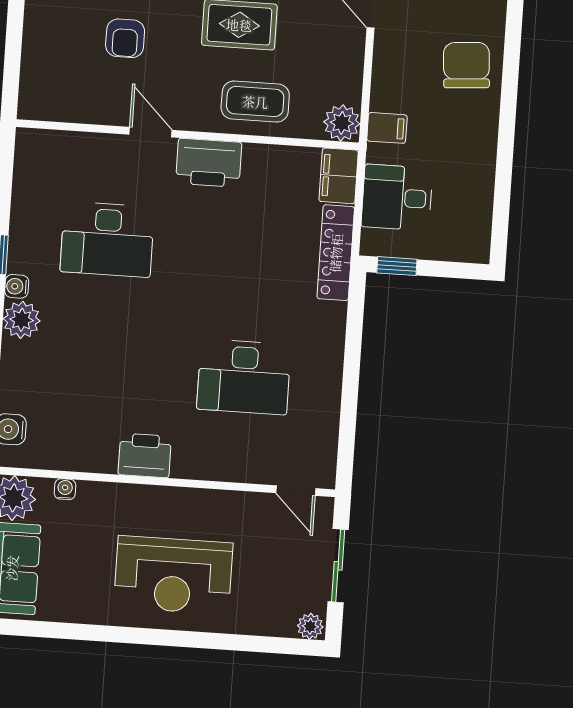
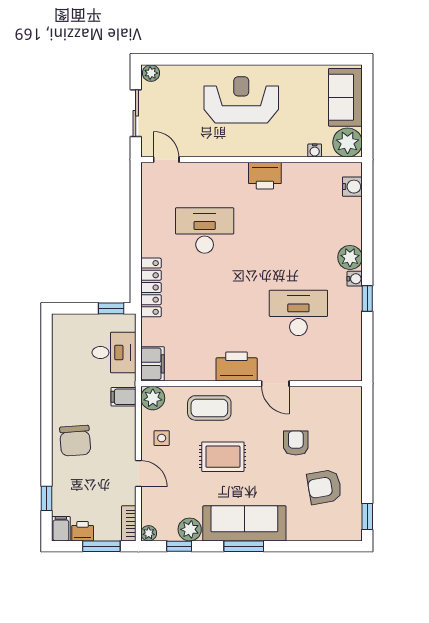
side table: (332, 60) -> (162, 438), added
locker: (336, 253) -> (151, 287), moved

